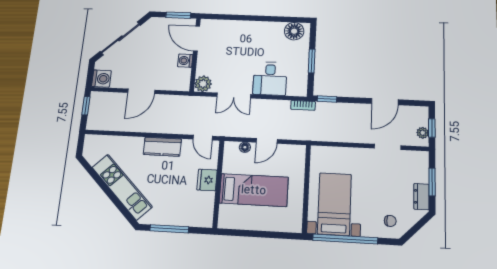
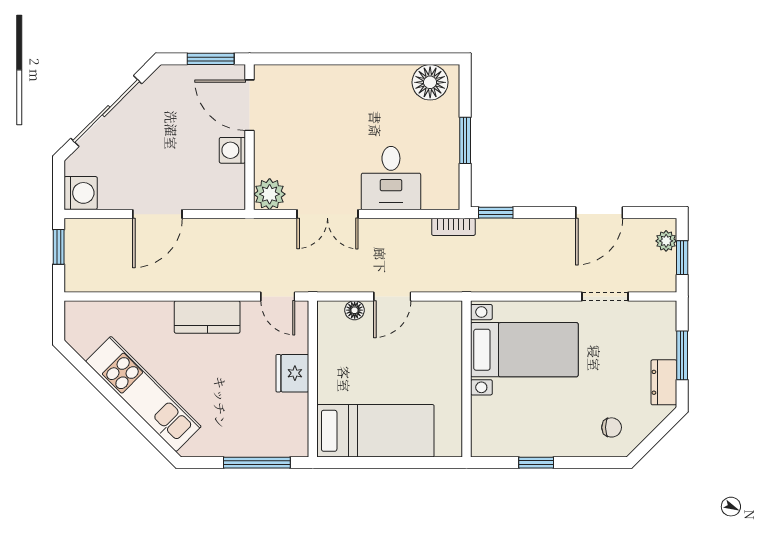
plant: (423, 133) -> (666, 241), moved
bed: (254, 190) -> (375, 431), moved
bed with nightstands: (334, 204) -> (524, 350), moved, turned 90
window: (169, 229) -> (257, 463), moved
window: (345, 239) -> (536, 463), width x0.32

